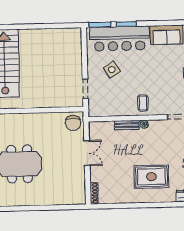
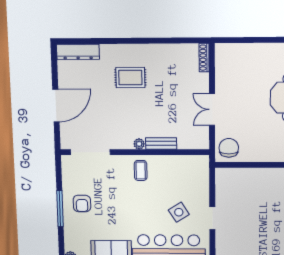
doorway: (85, 89) -> (212, 218), moved
rug: (151, 177) -> (130, 78), width x0.73, depth x0.70

